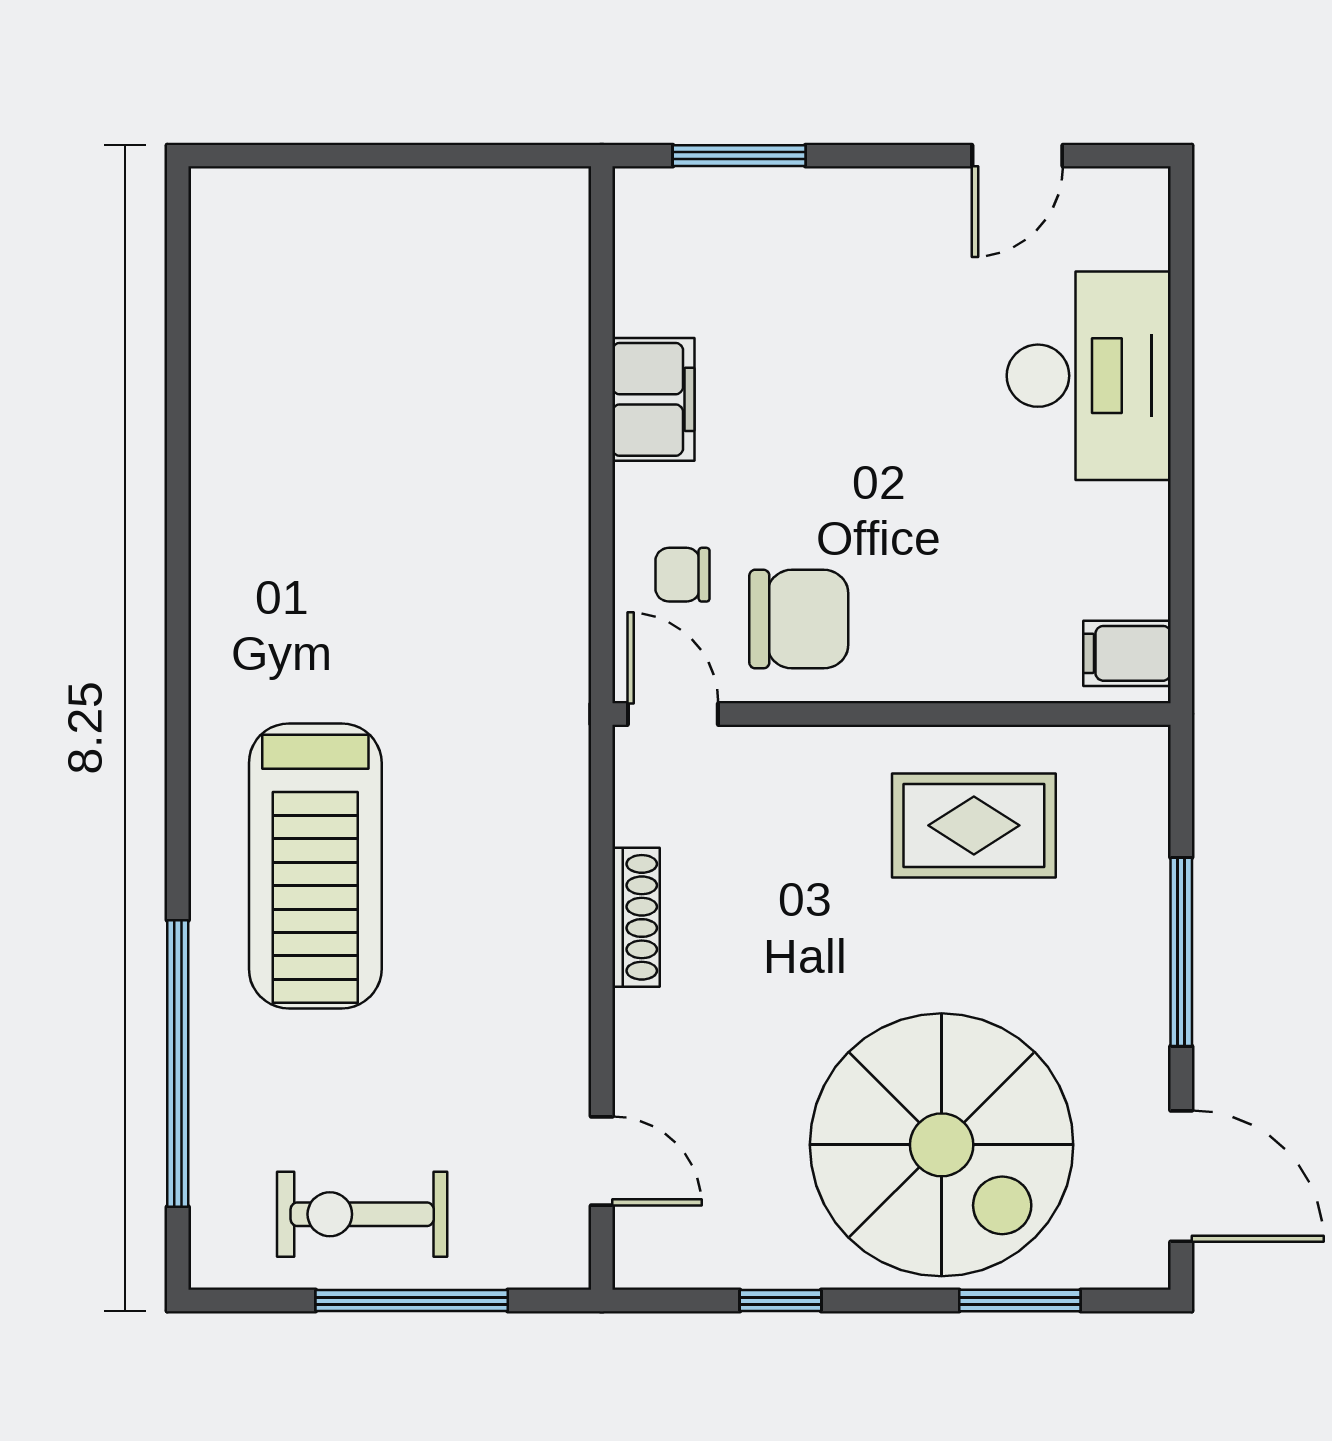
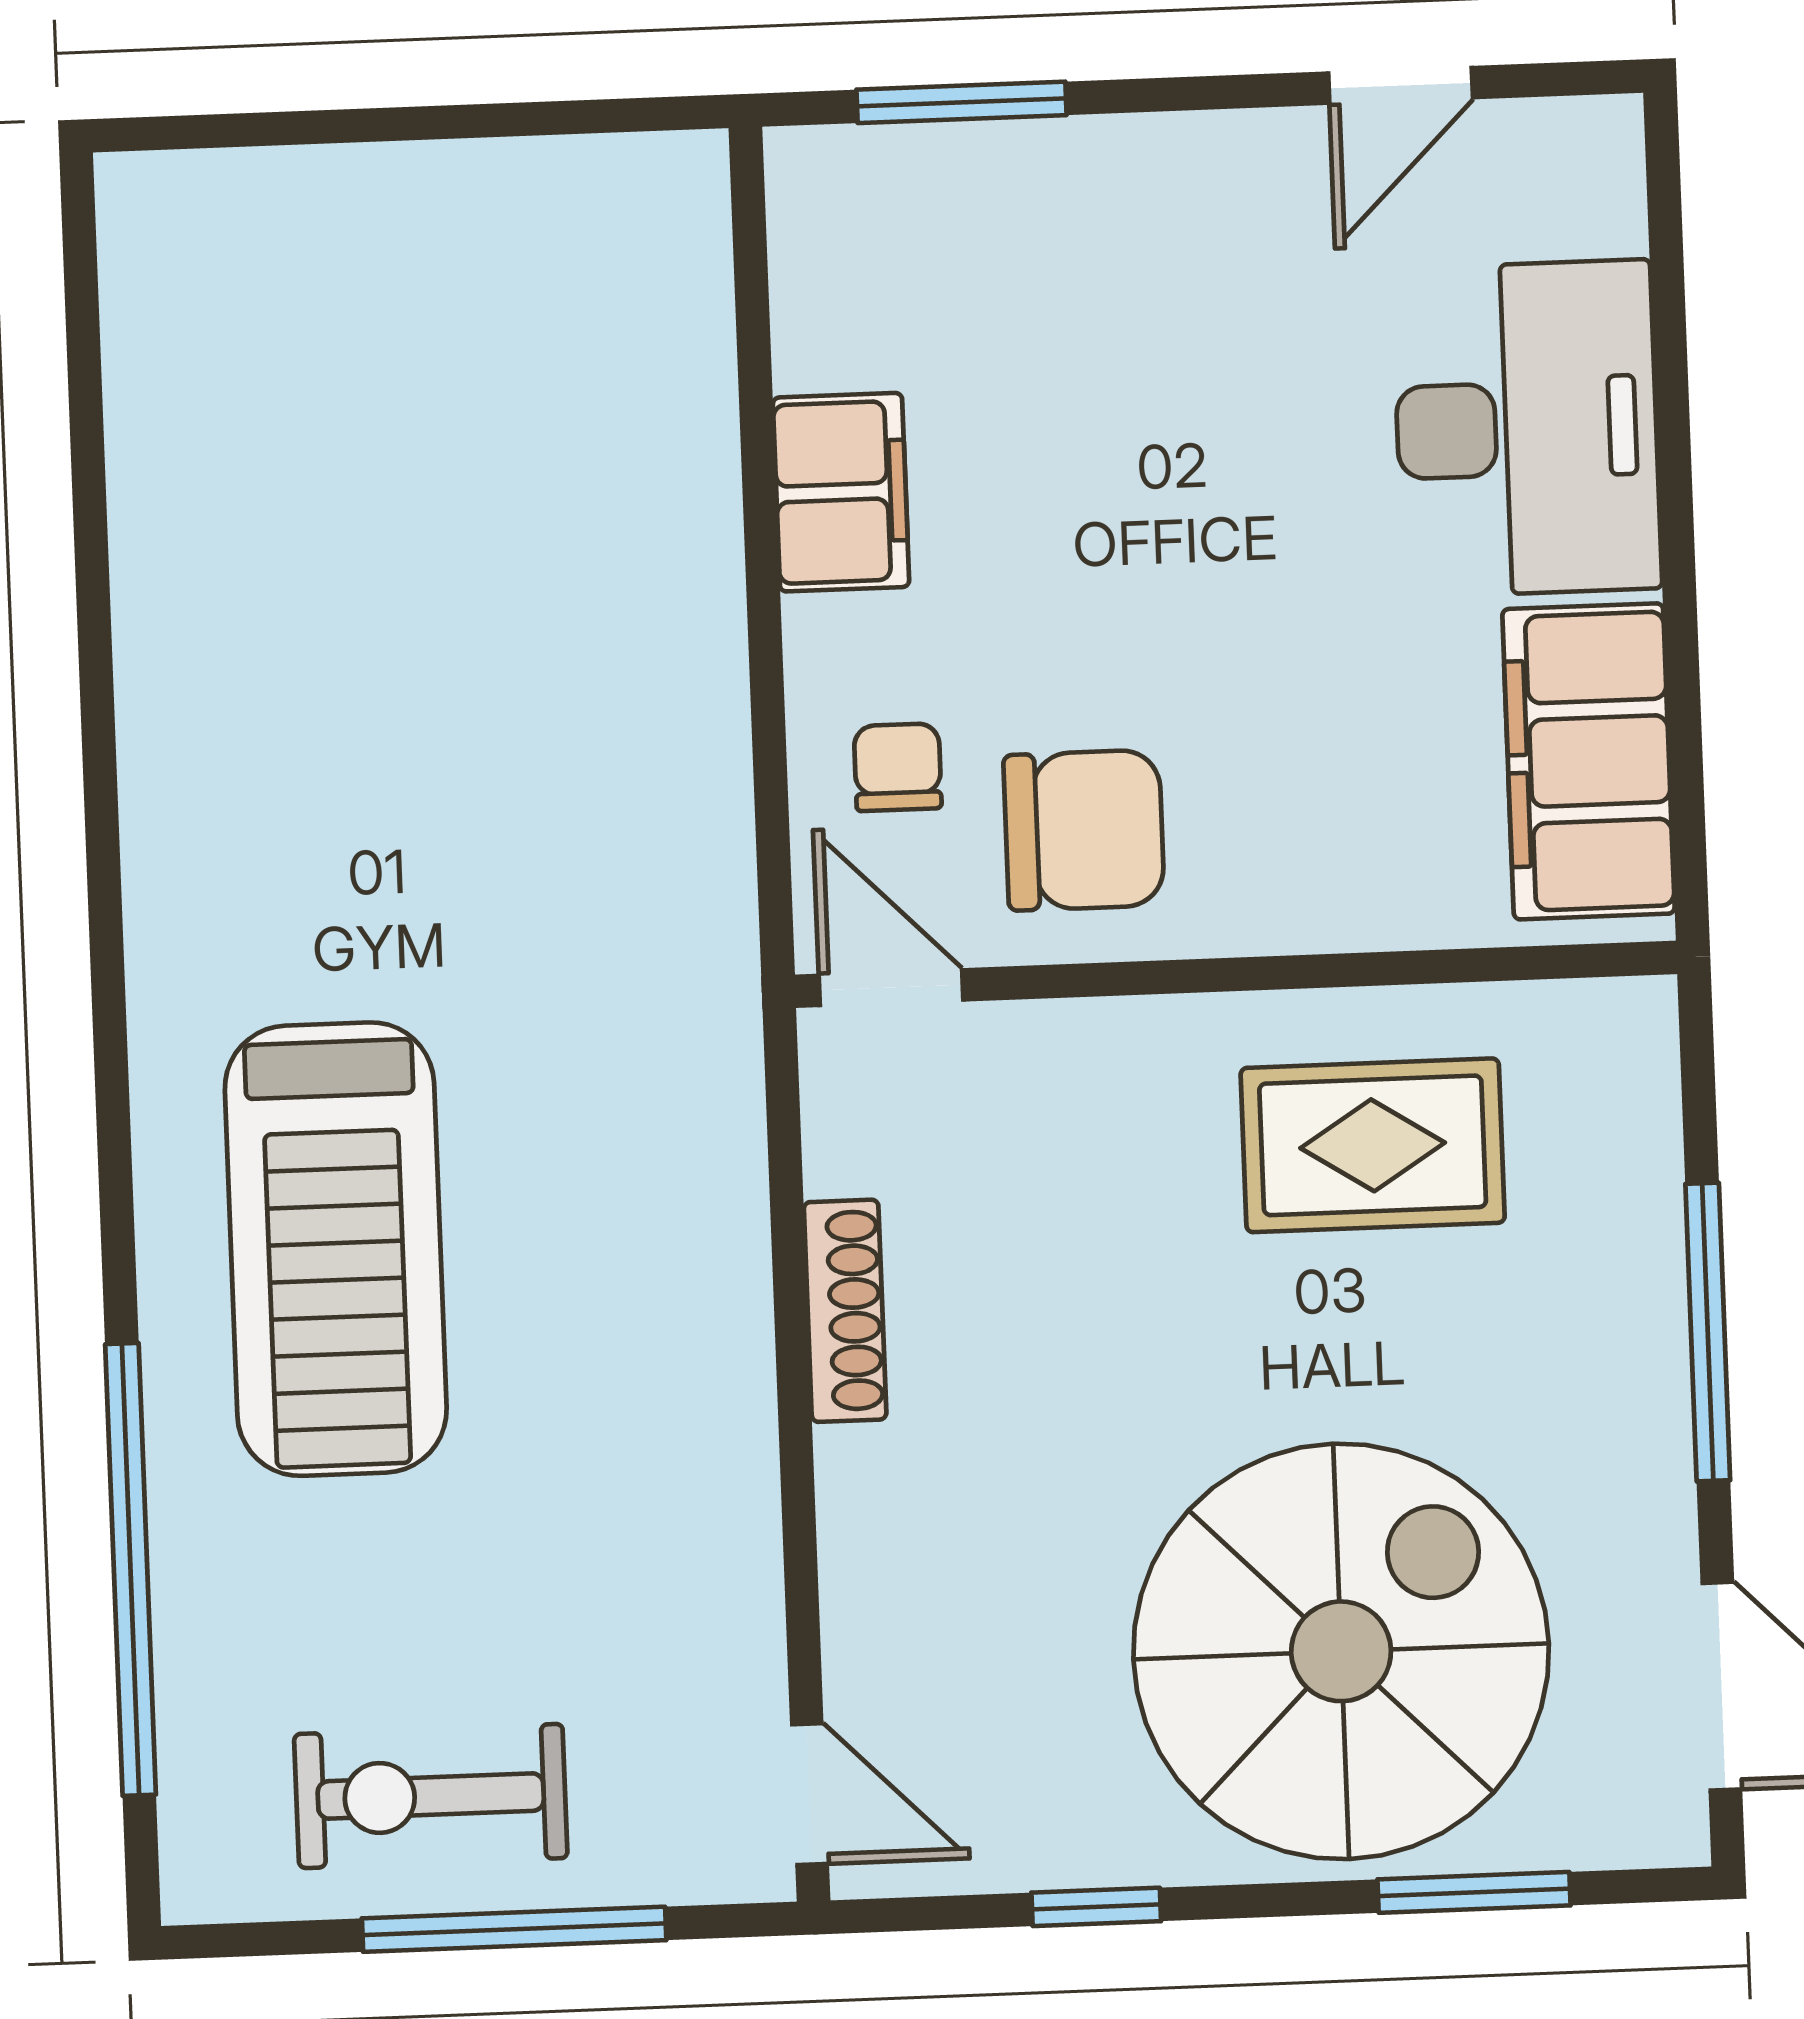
chair: (683, 575) -> (898, 767), turned 90
filing cabinet: (1127, 653) -> (1588, 761), width x3.00, depth x1.17
spiral stairs: (942, 1145) -> (1341, 1651), turned -90
door: (602, 1161) -> (809, 1794), moved

